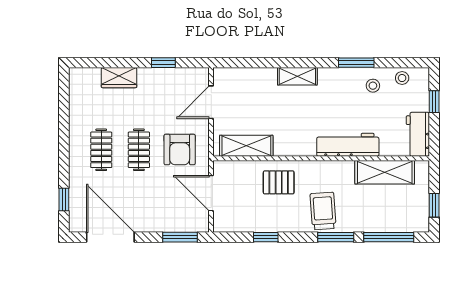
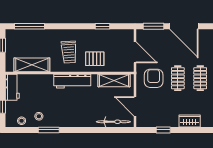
bicycle: (247, 76) -> (113, 122), added
shelving: (297, 76) -> (84, 122), removed
door: (211, 102) -> (135, 106), swing flipped
workbench: (348, 145) -> (72, 81), moved
trolley: (323, 211) -> (69, 52), moved
door: (110, 237) -> (184, 26), moved
window: (336, 237) -> (61, 26), removed

